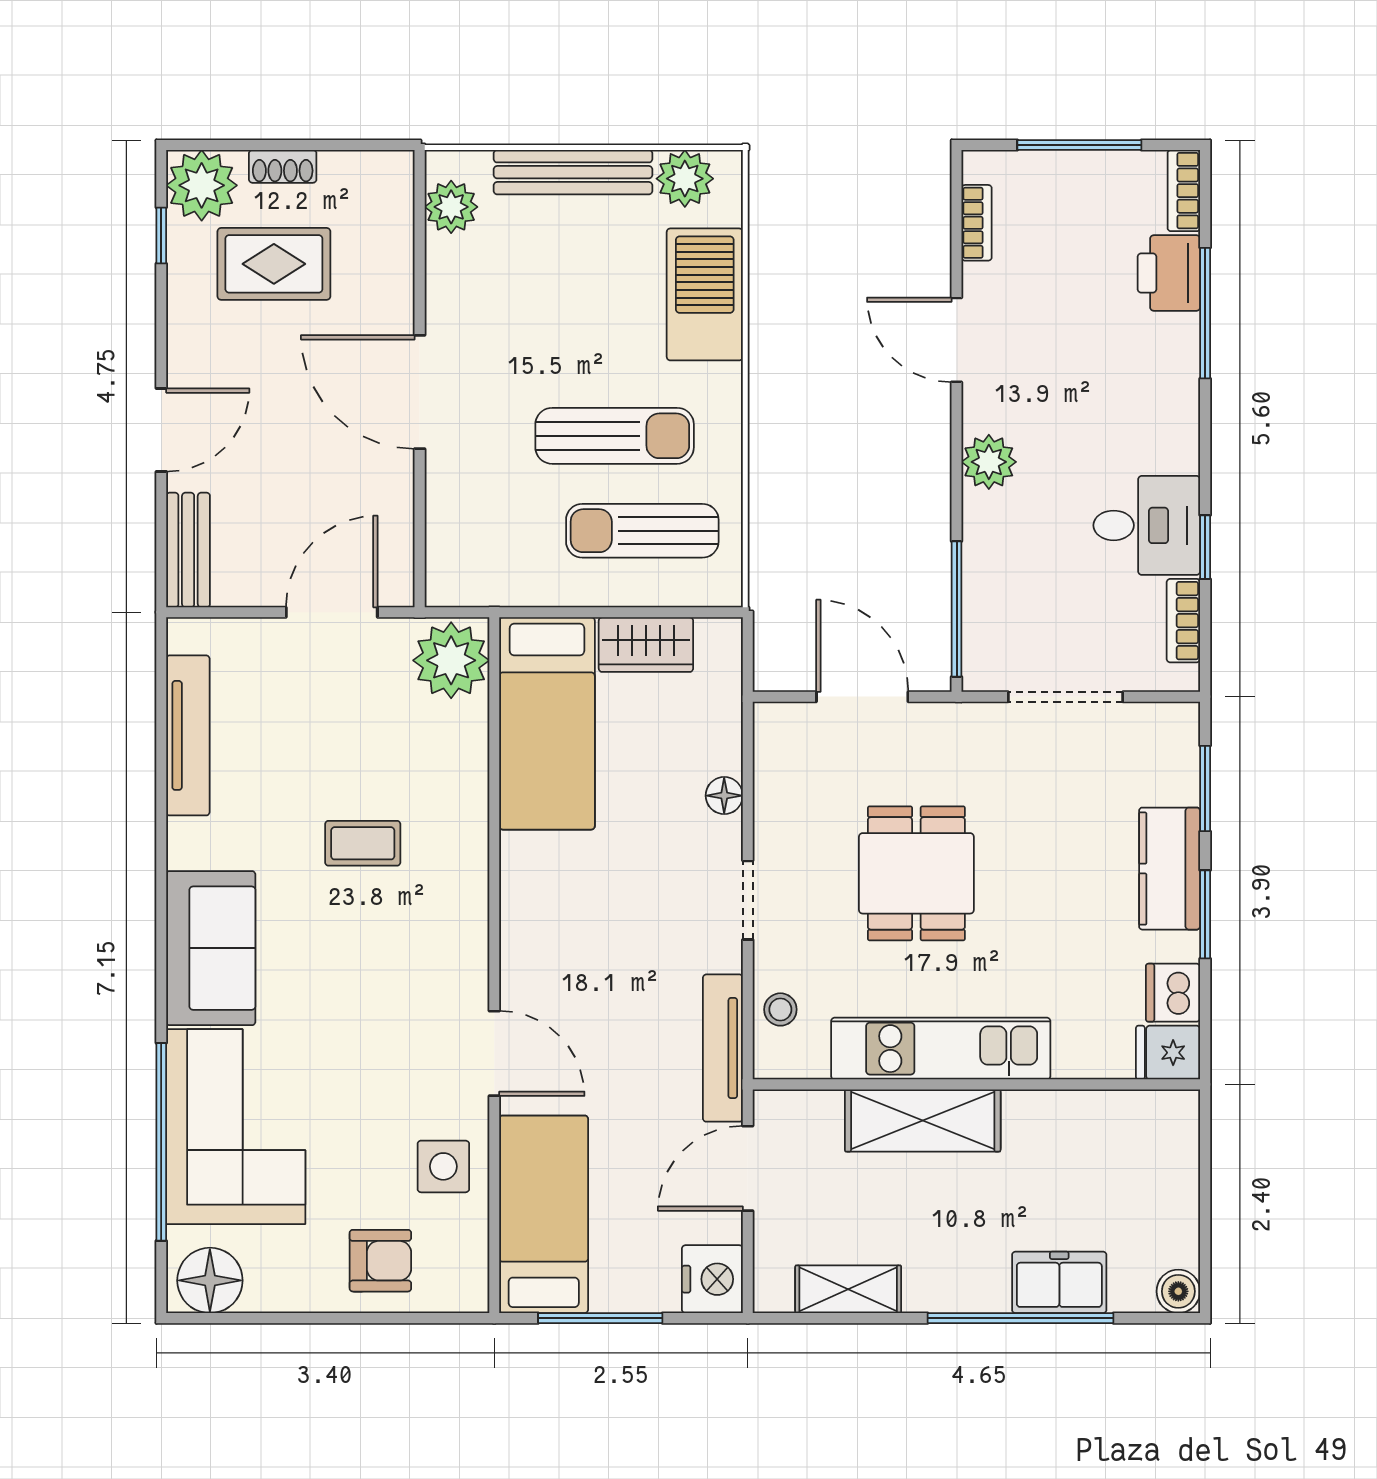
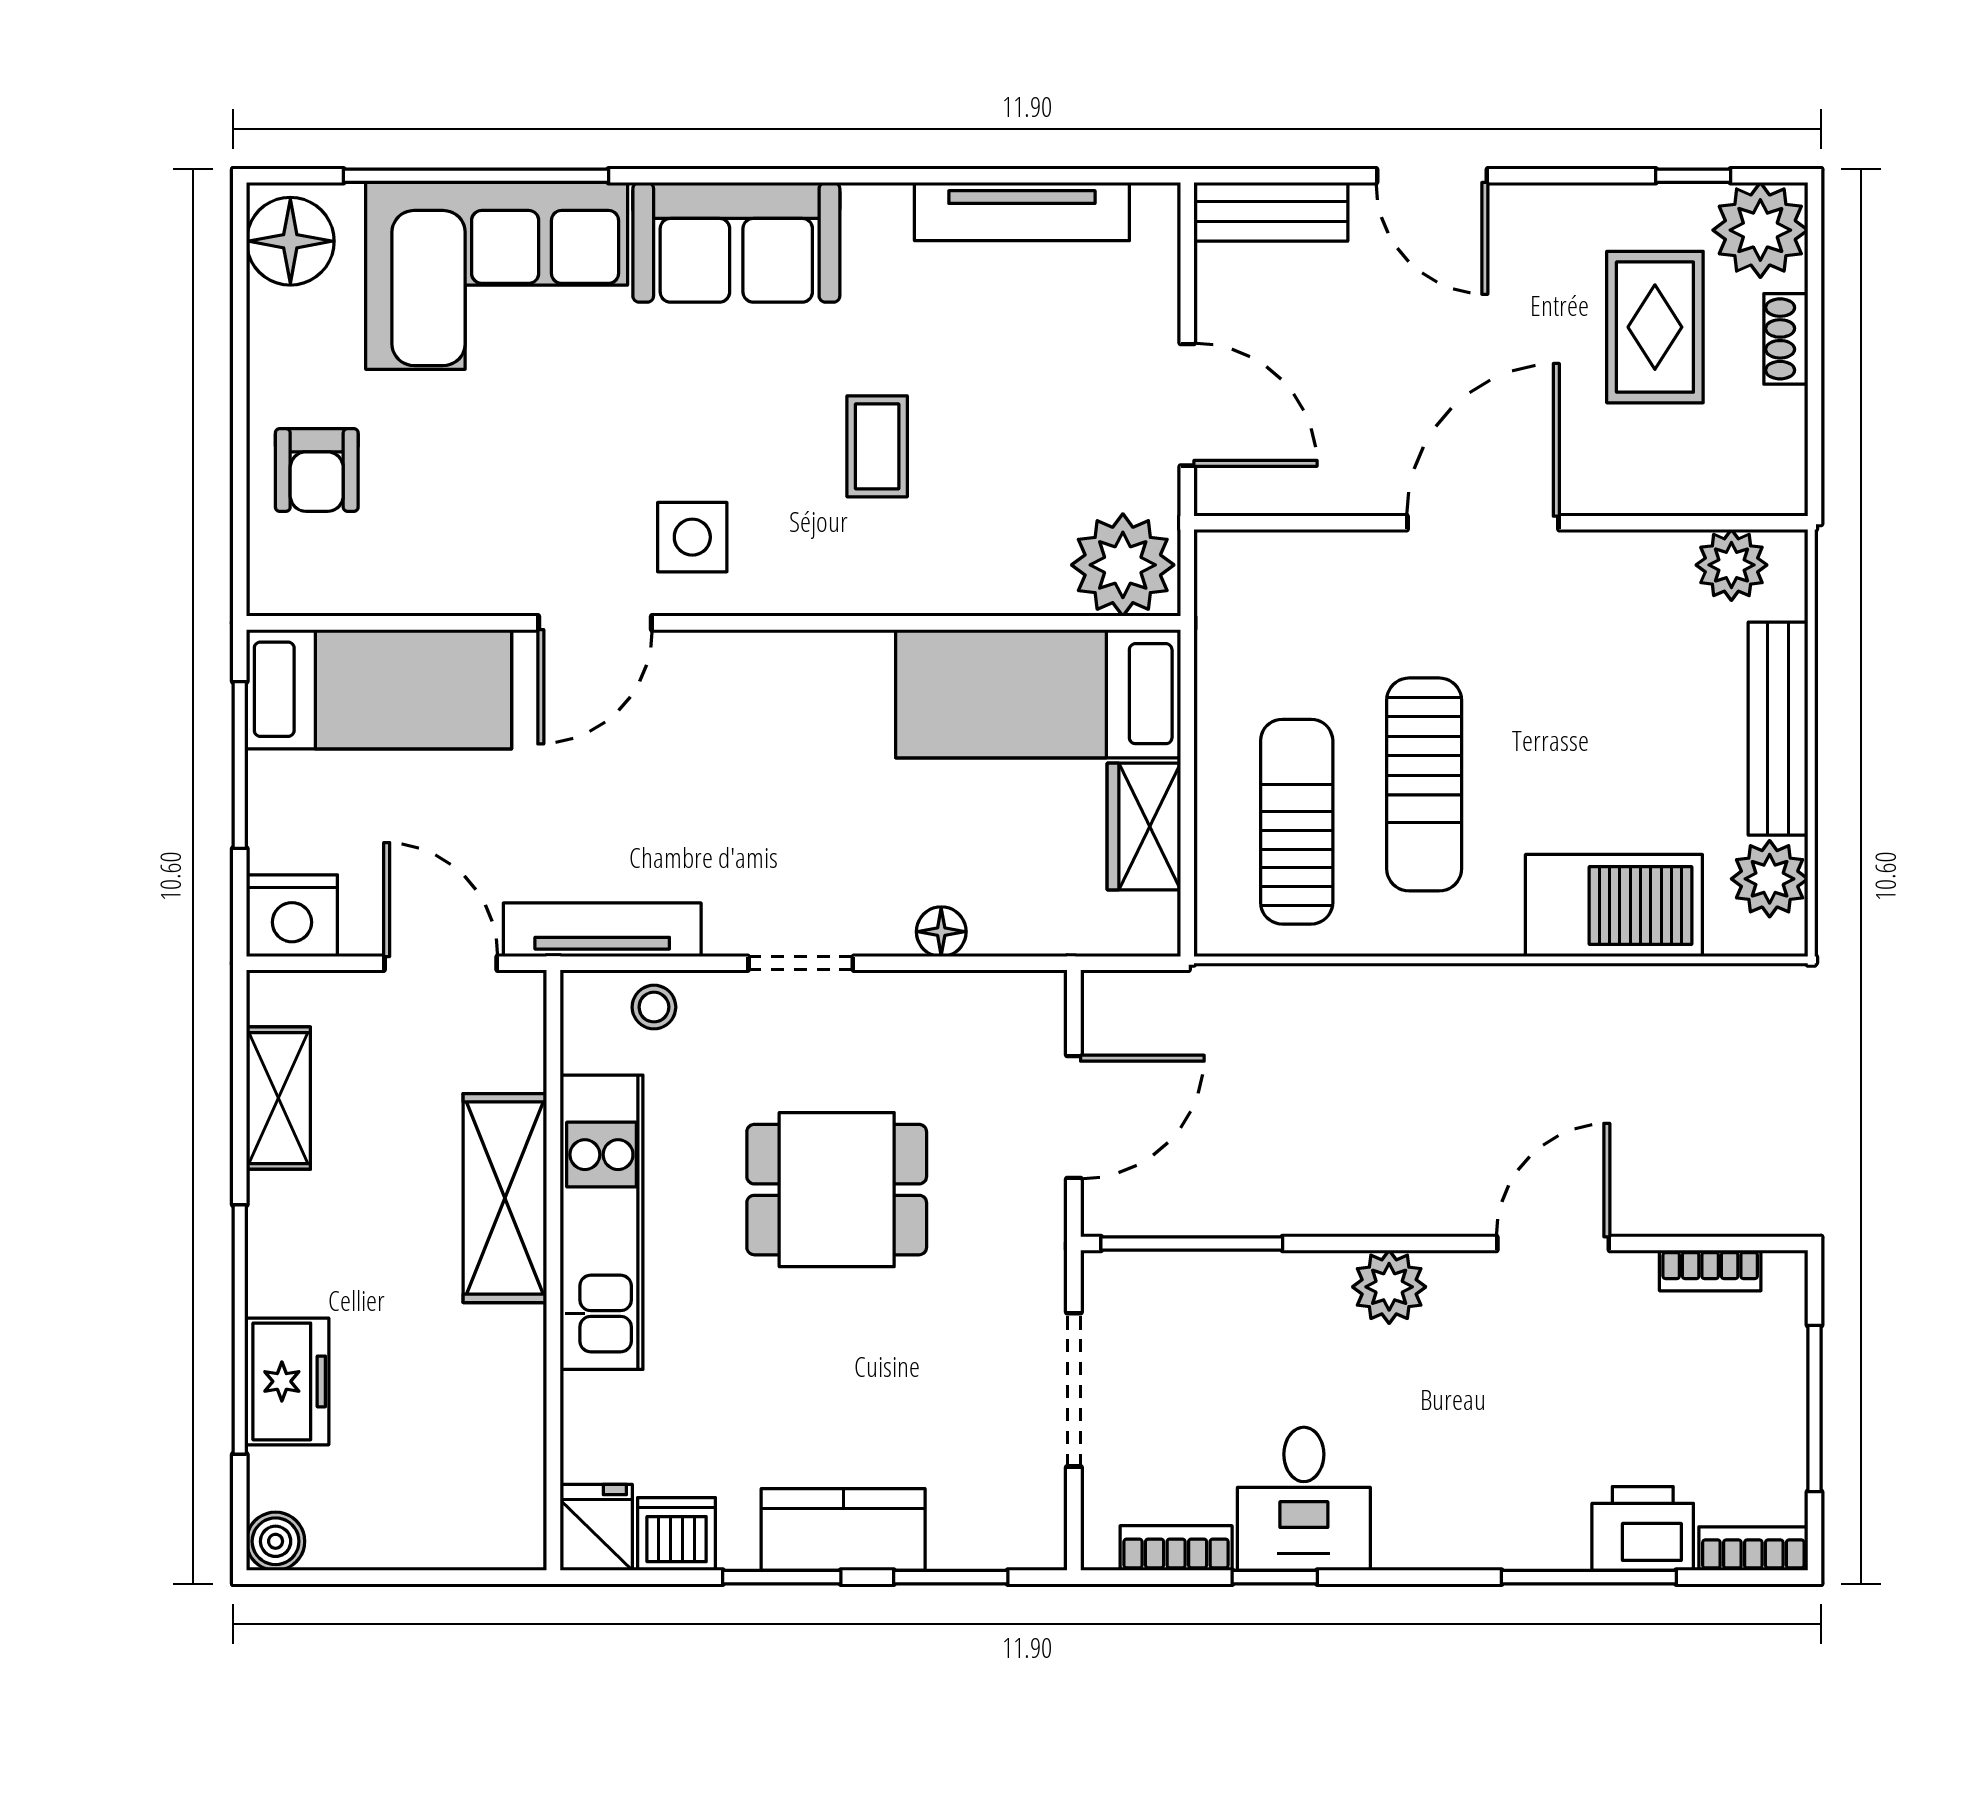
side table: (443, 1166) -> (692, 537), moved

